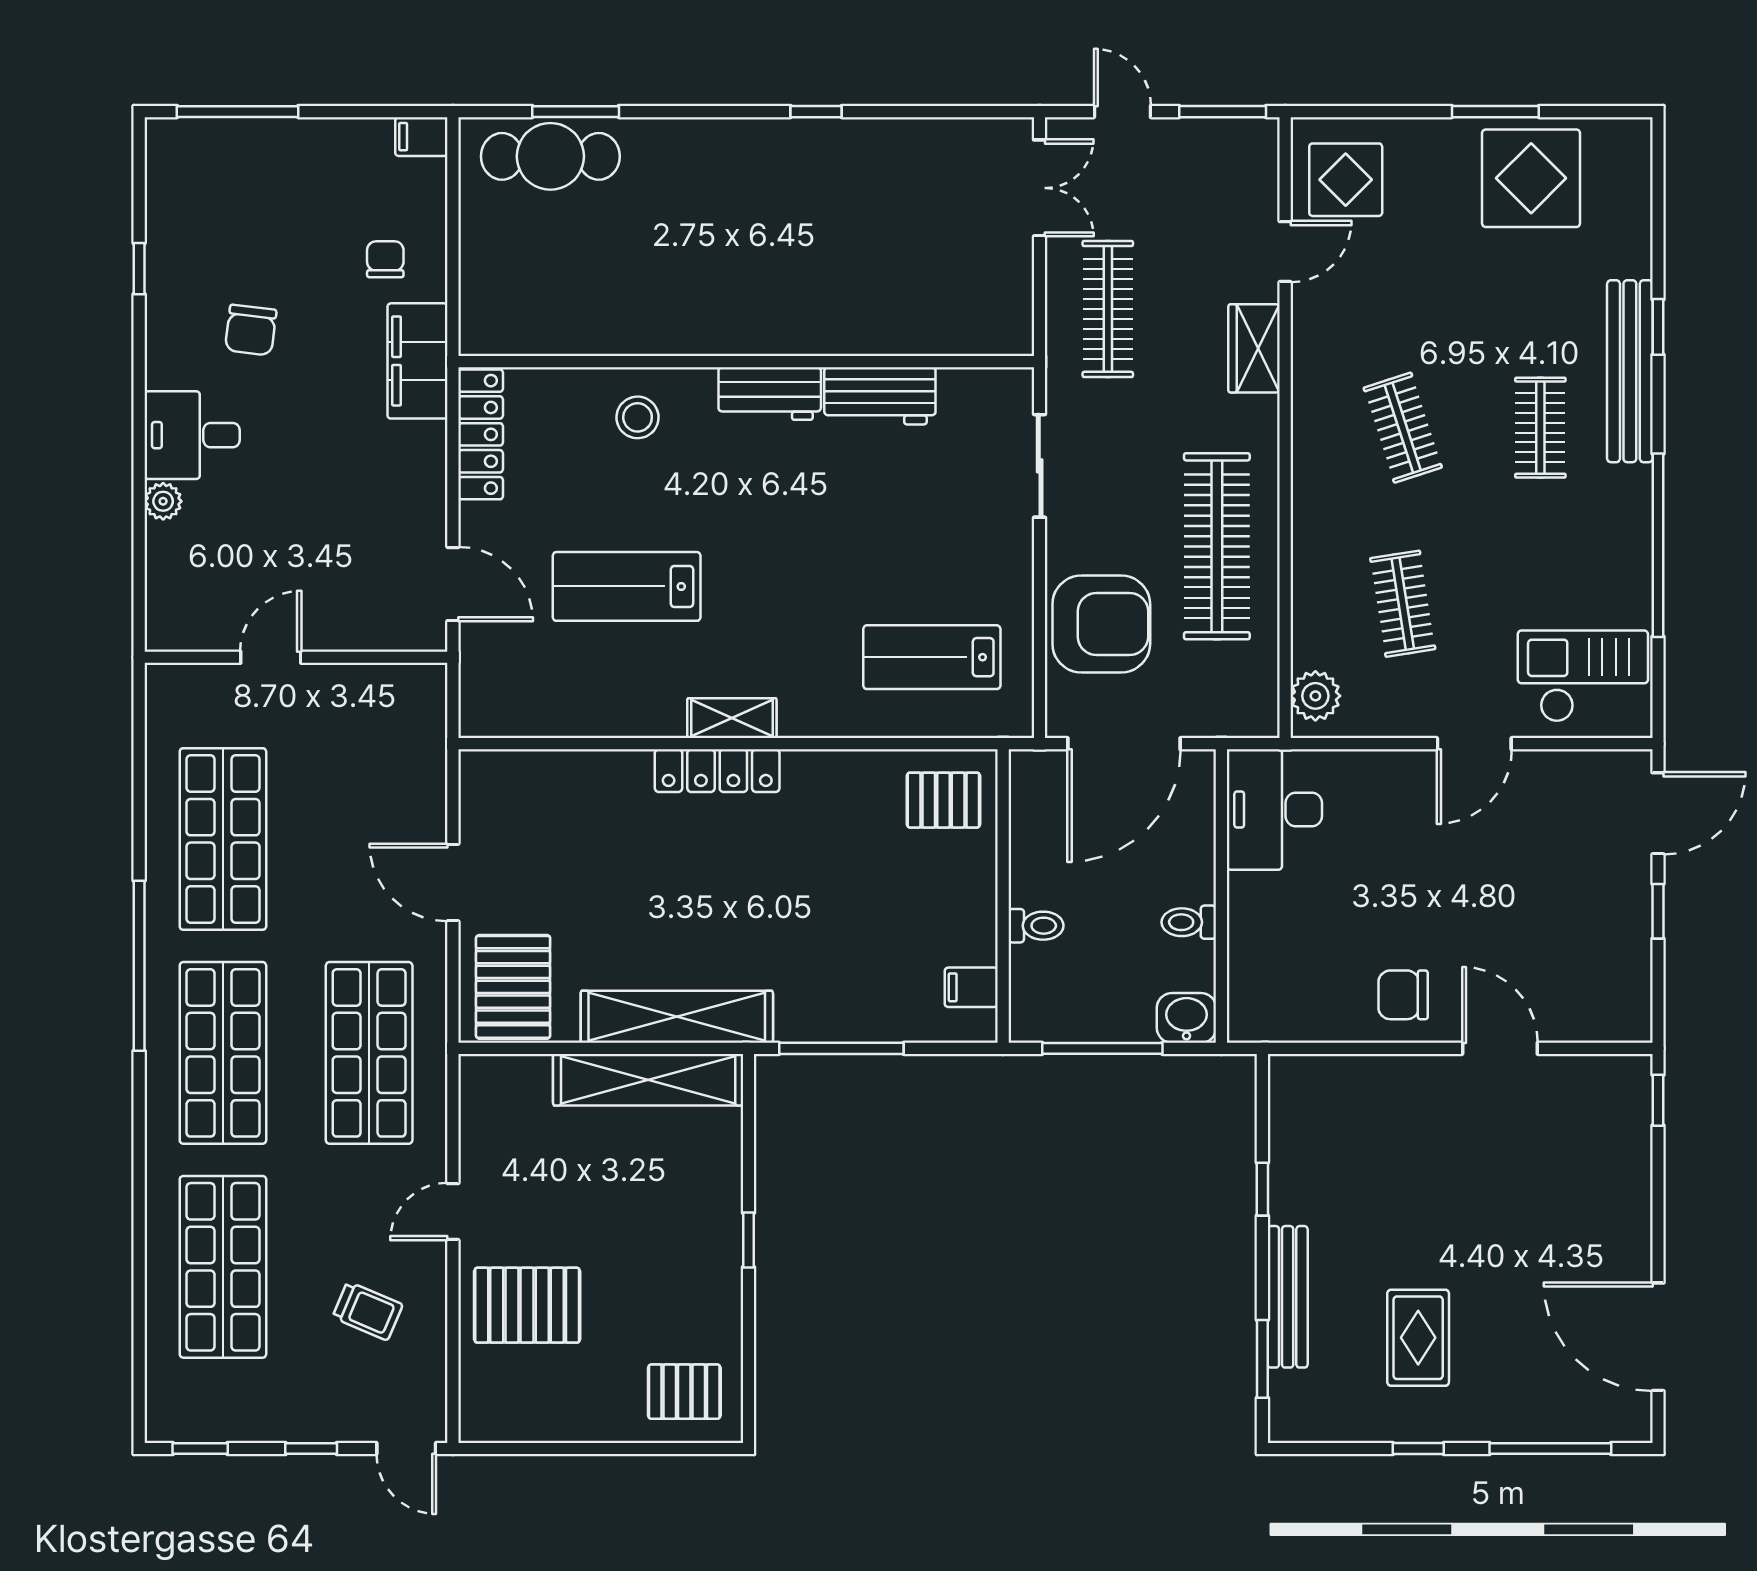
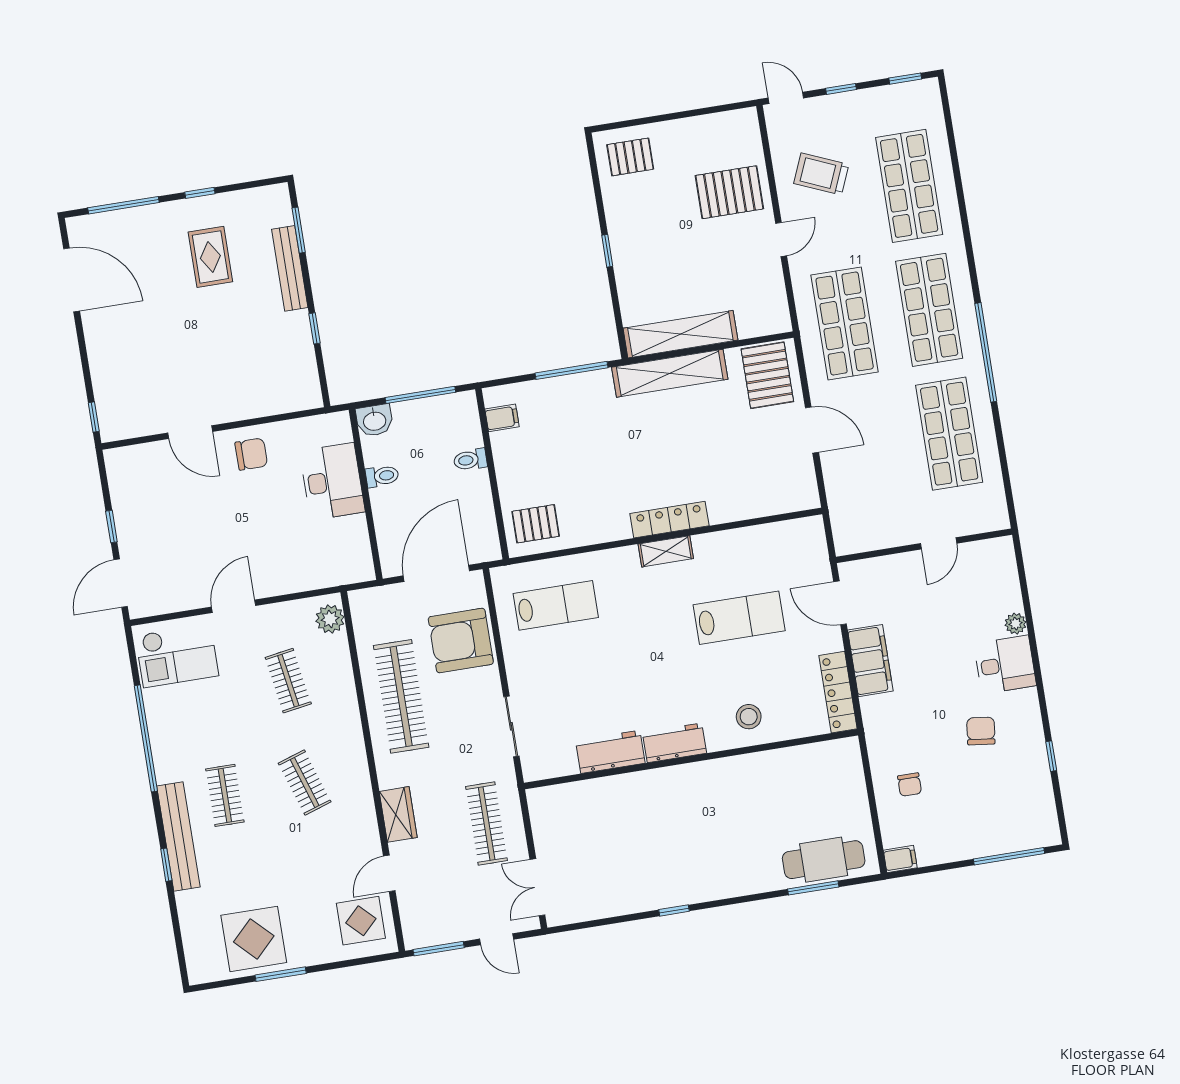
filing cabinet: (417, 361) -> (870, 661), moved
desk: (1274, 810) -> (332, 481), moved
trolley: (368, 1311) -> (821, 174), width x1.36, depth x1.39

